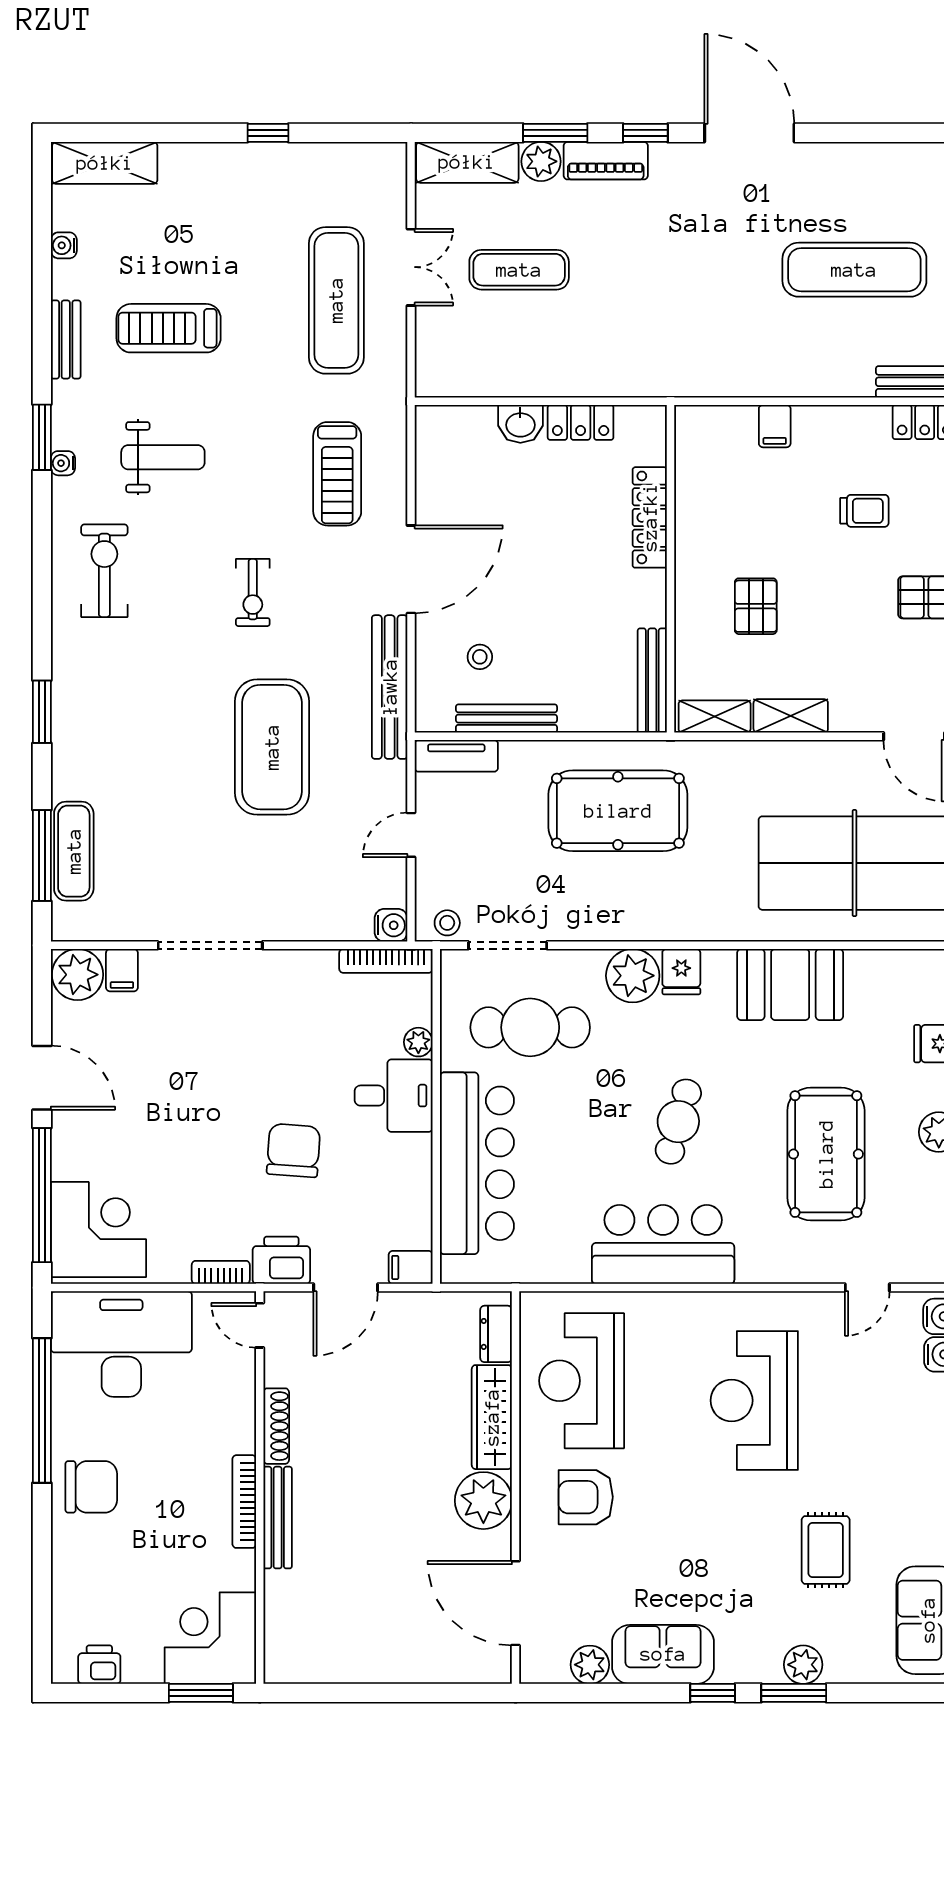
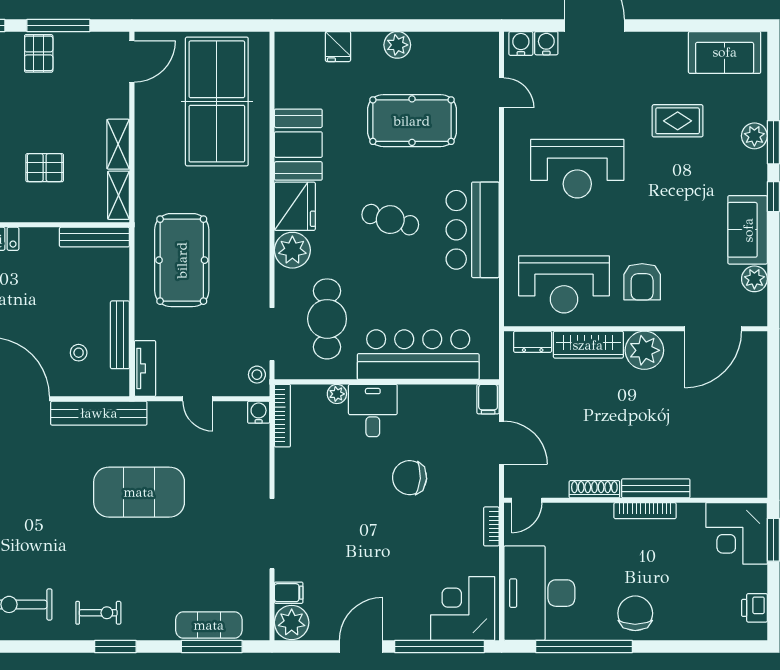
exercise bike: (253, 593) -> (98, 613), moved
fridge: (681, 972) -> (295, 206), width x1.88, depth x1.34
printer: (281, 1260) -> (483, 486), removed

